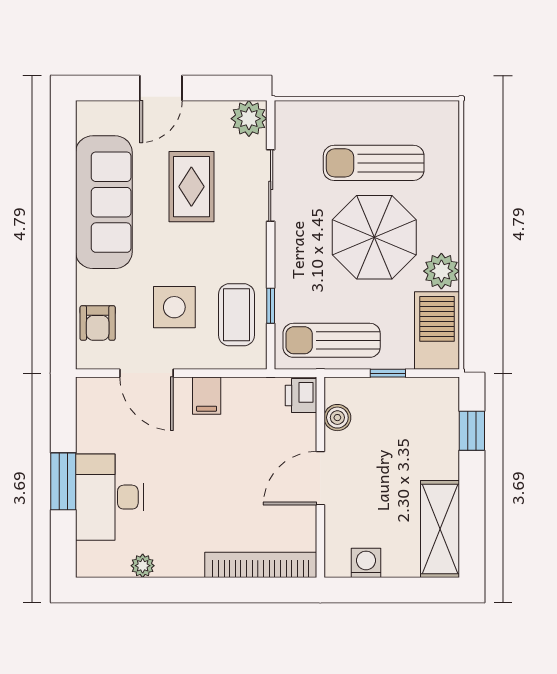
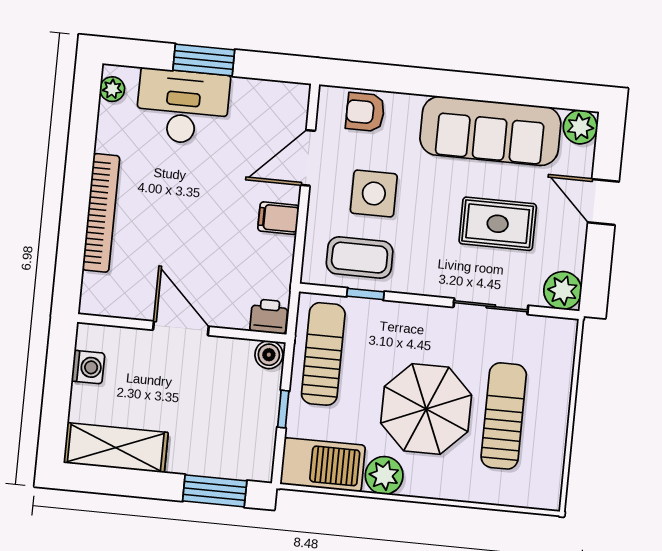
plant: (92, 117) -> (580, 127), added
boiler: (337, 418) -> (269, 355), moved
window: (472, 431) -> (215, 491), width x1.50
bookcase: (261, 565) -> (101, 213), moved
plant: (143, 566) -> (112, 89), moved

